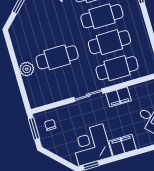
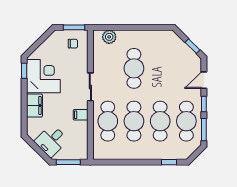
plant: (27, 69) -> (109, 37), moved
filing cabinet: (119, 97) -> (81, 115), width x0.50

